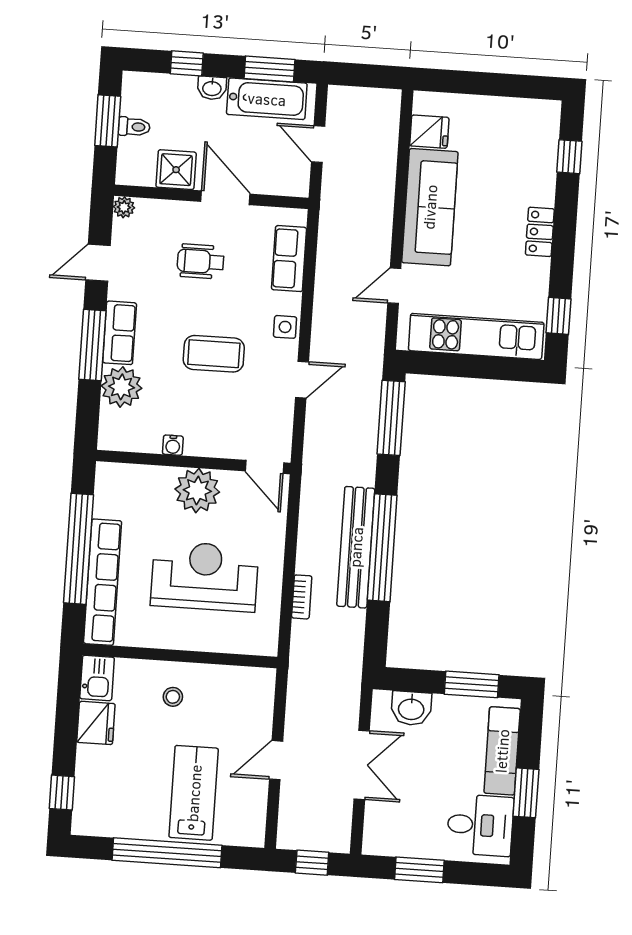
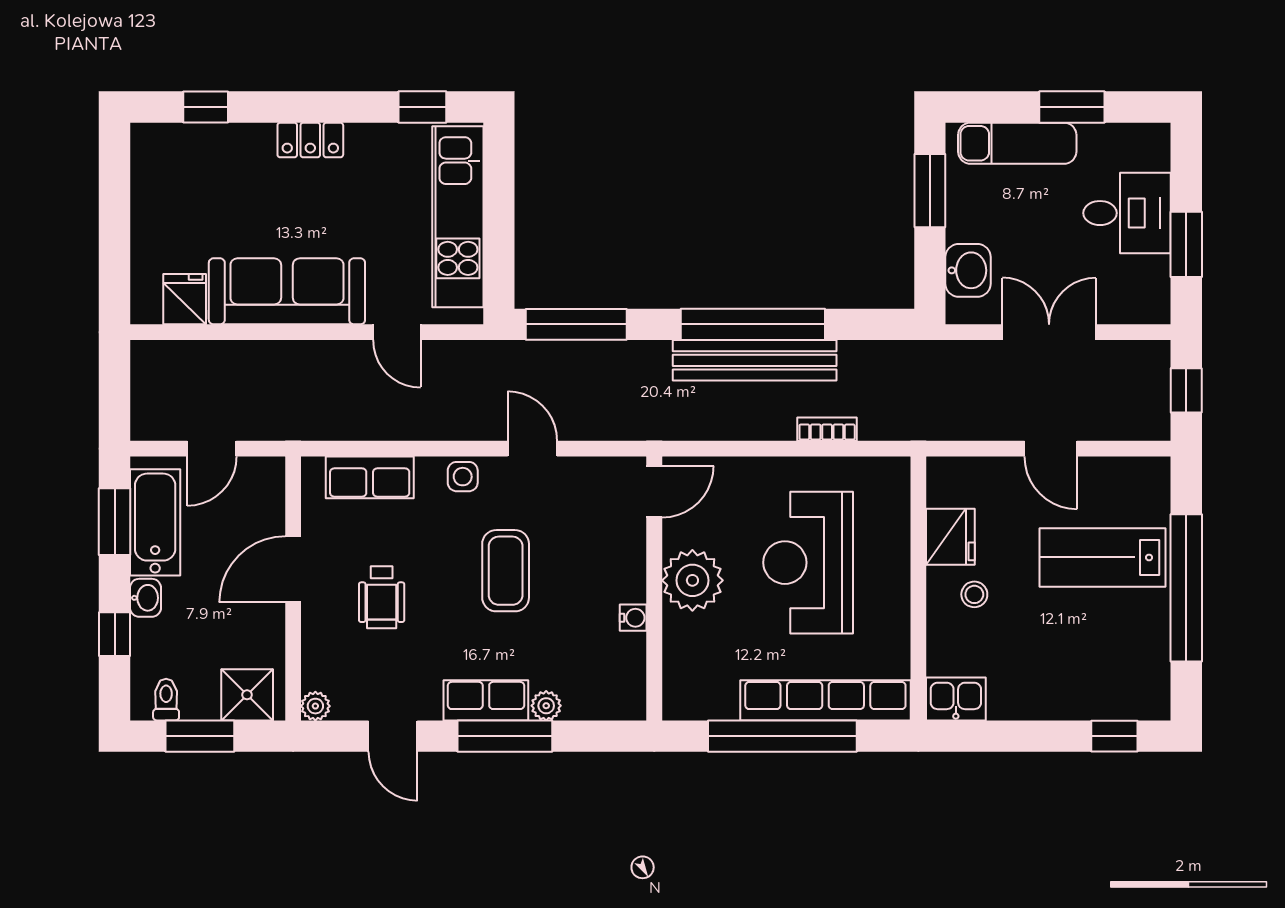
toilet: (134, 127) -> (166, 700), moved
shower: (176, 170) -> (247, 695), moved
plant: (121, 387) -> (546, 706), width x0.53, depth x0.53
fridge: (96, 723) -> (950, 537), moved, turned 90
desk: (480, 825) -> (1127, 213), moved, turned 90

